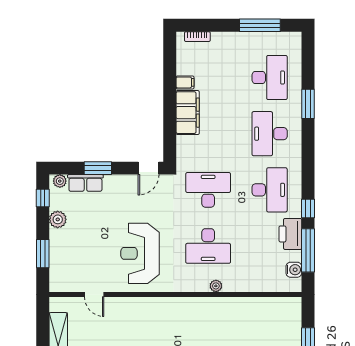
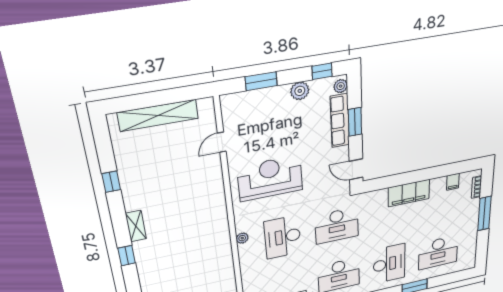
window: (260, 25) -> (484, 214), moved
filing cabinet: (185, 82) -> (453, 182), moved
desk: (270, 134) -> (389, 264), turned 90
row of seats: (85, 183) -> (340, 121), width x1.48
desk: (208, 190) -> (337, 226), turned 90
plant: (216, 286) -> (242, 238), moved

